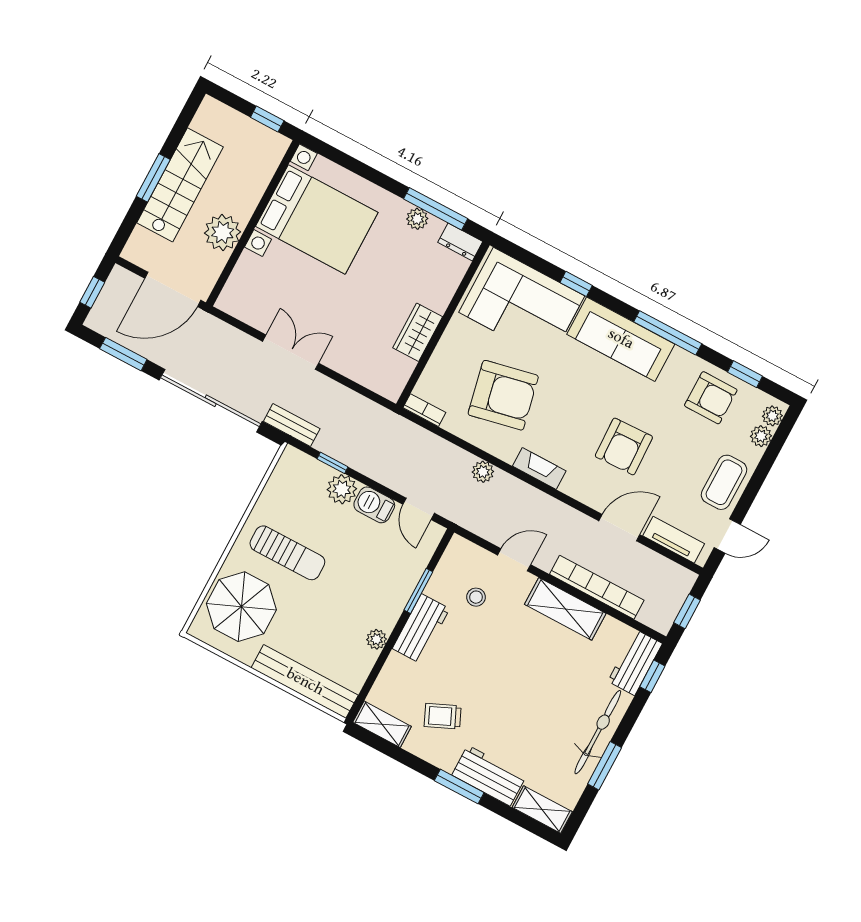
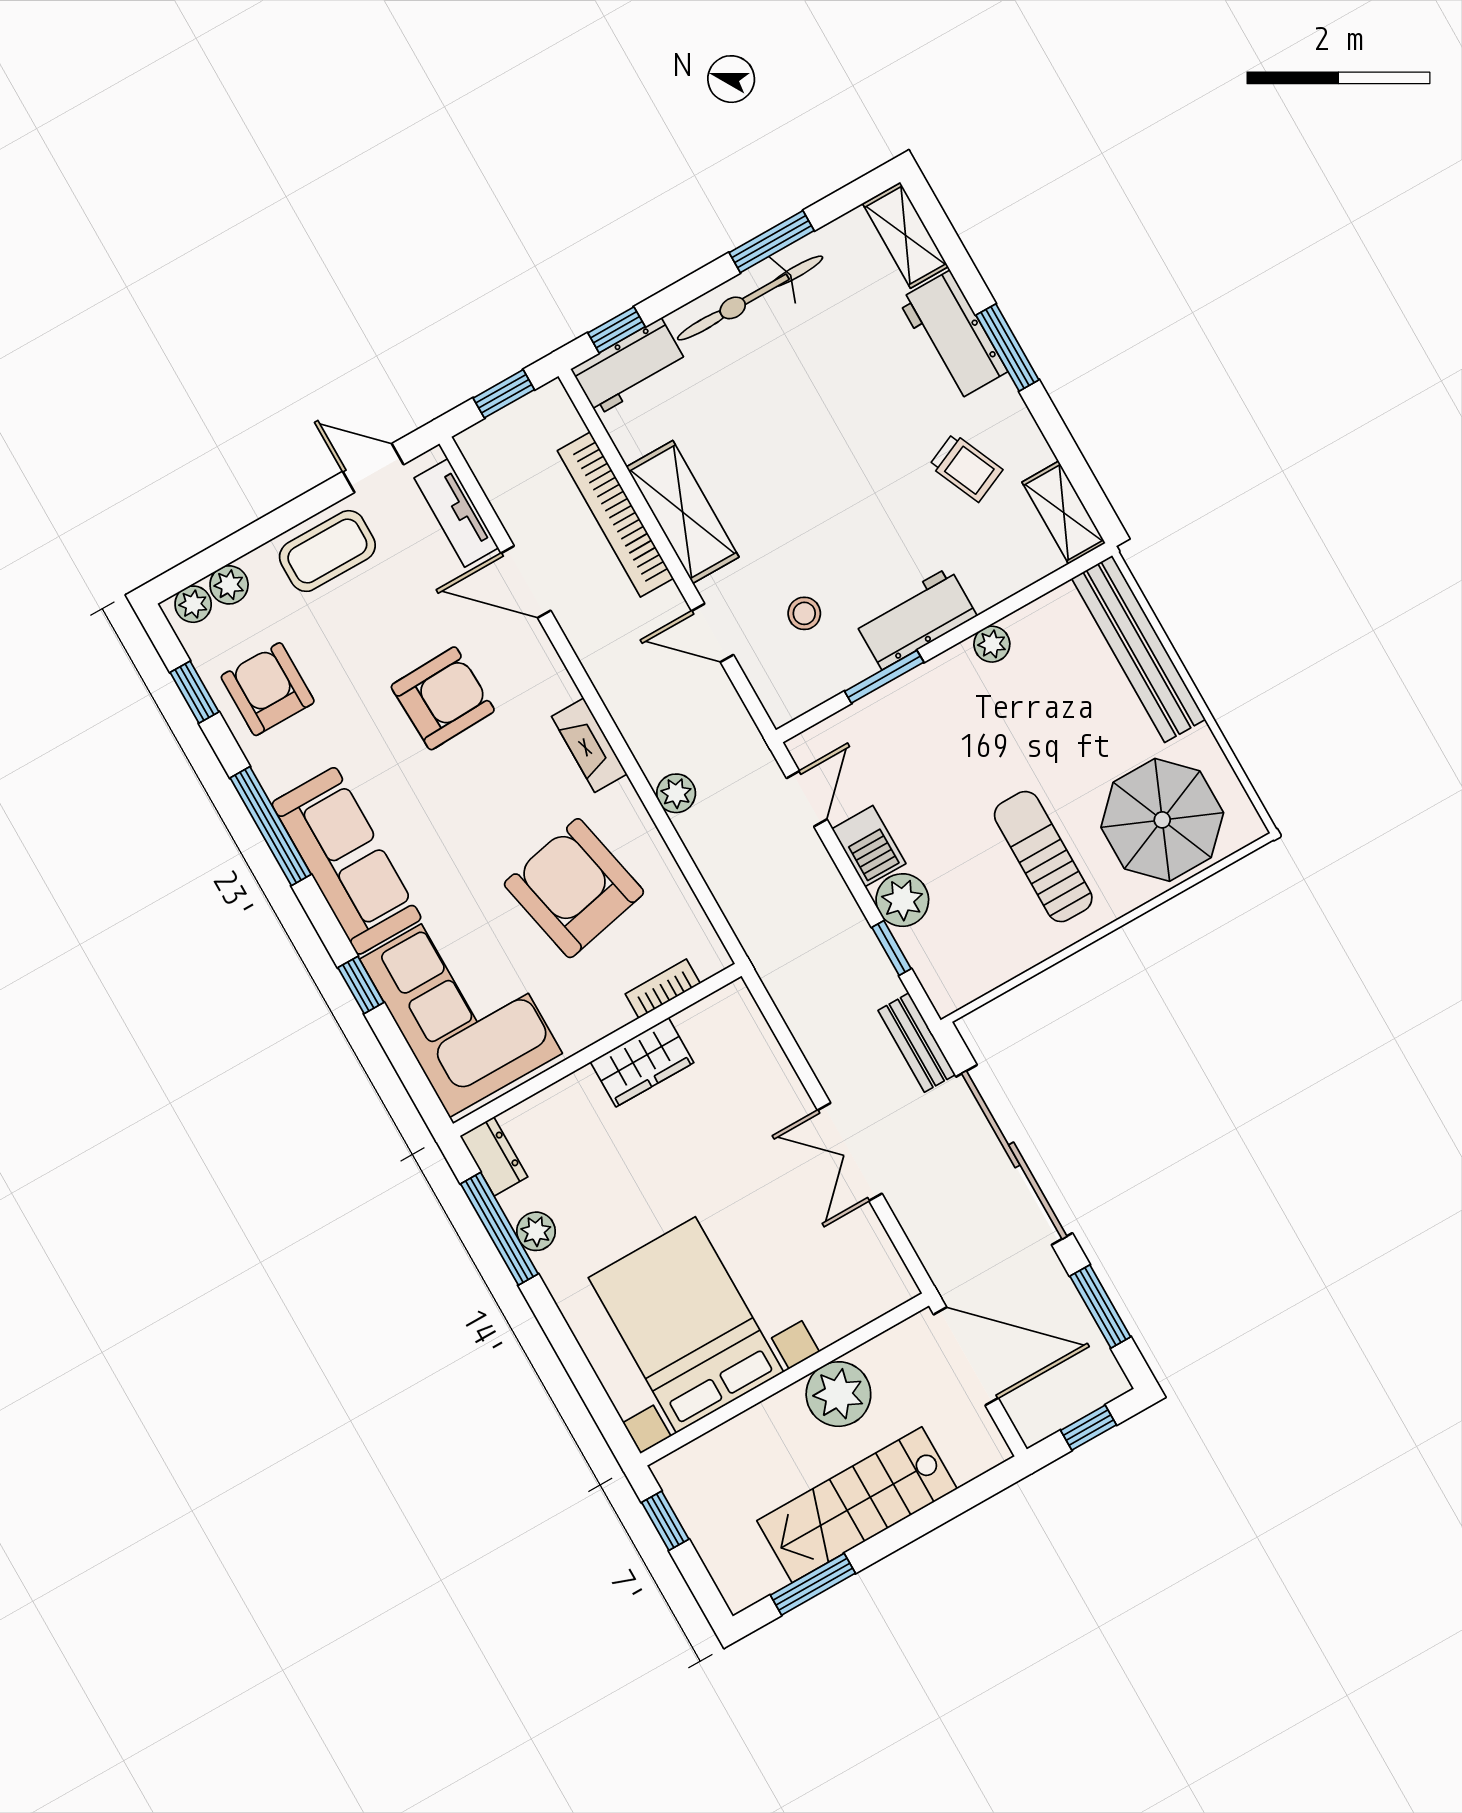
window: (153, 178) -> (813, 1584), moved
bookcase: (424, 410) -> (663, 989), moved, turned 90

